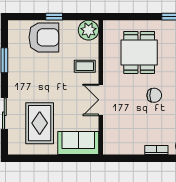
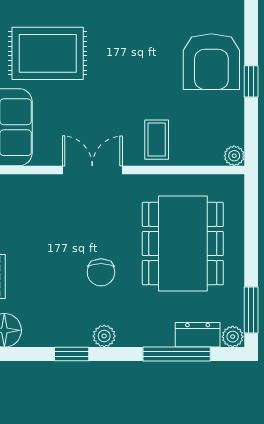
plant: (89, 30) -> (234, 156), width x0.53, depth x0.53
dining table: (139, 52) -> (183, 243), width x1.38

